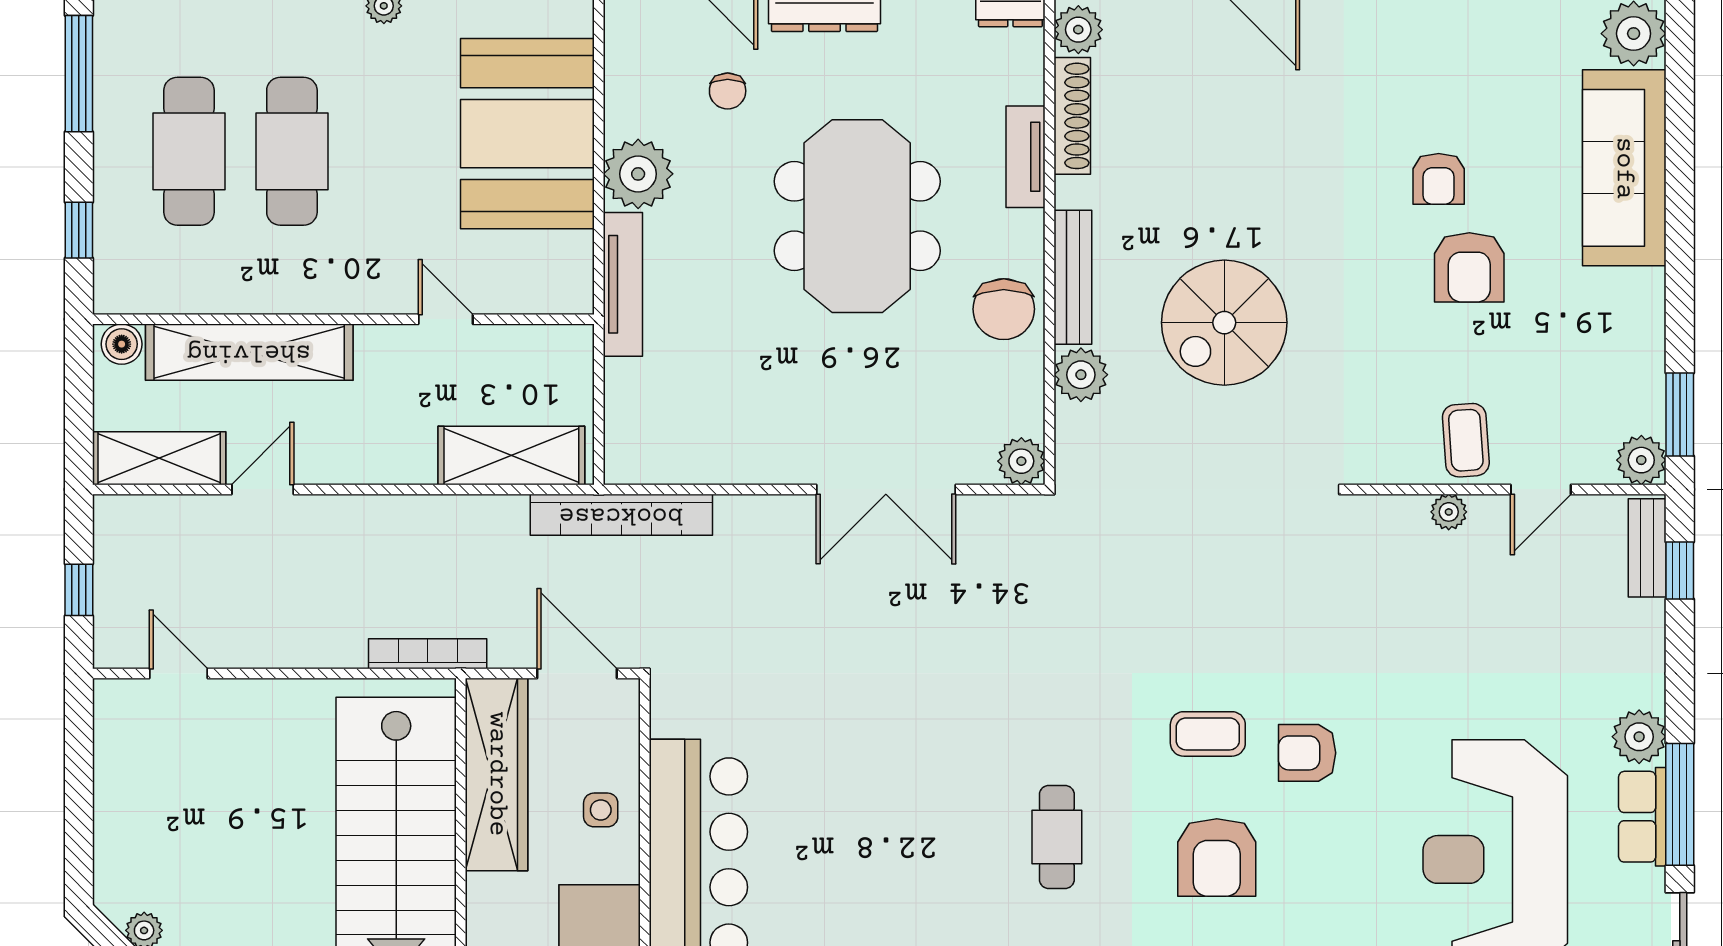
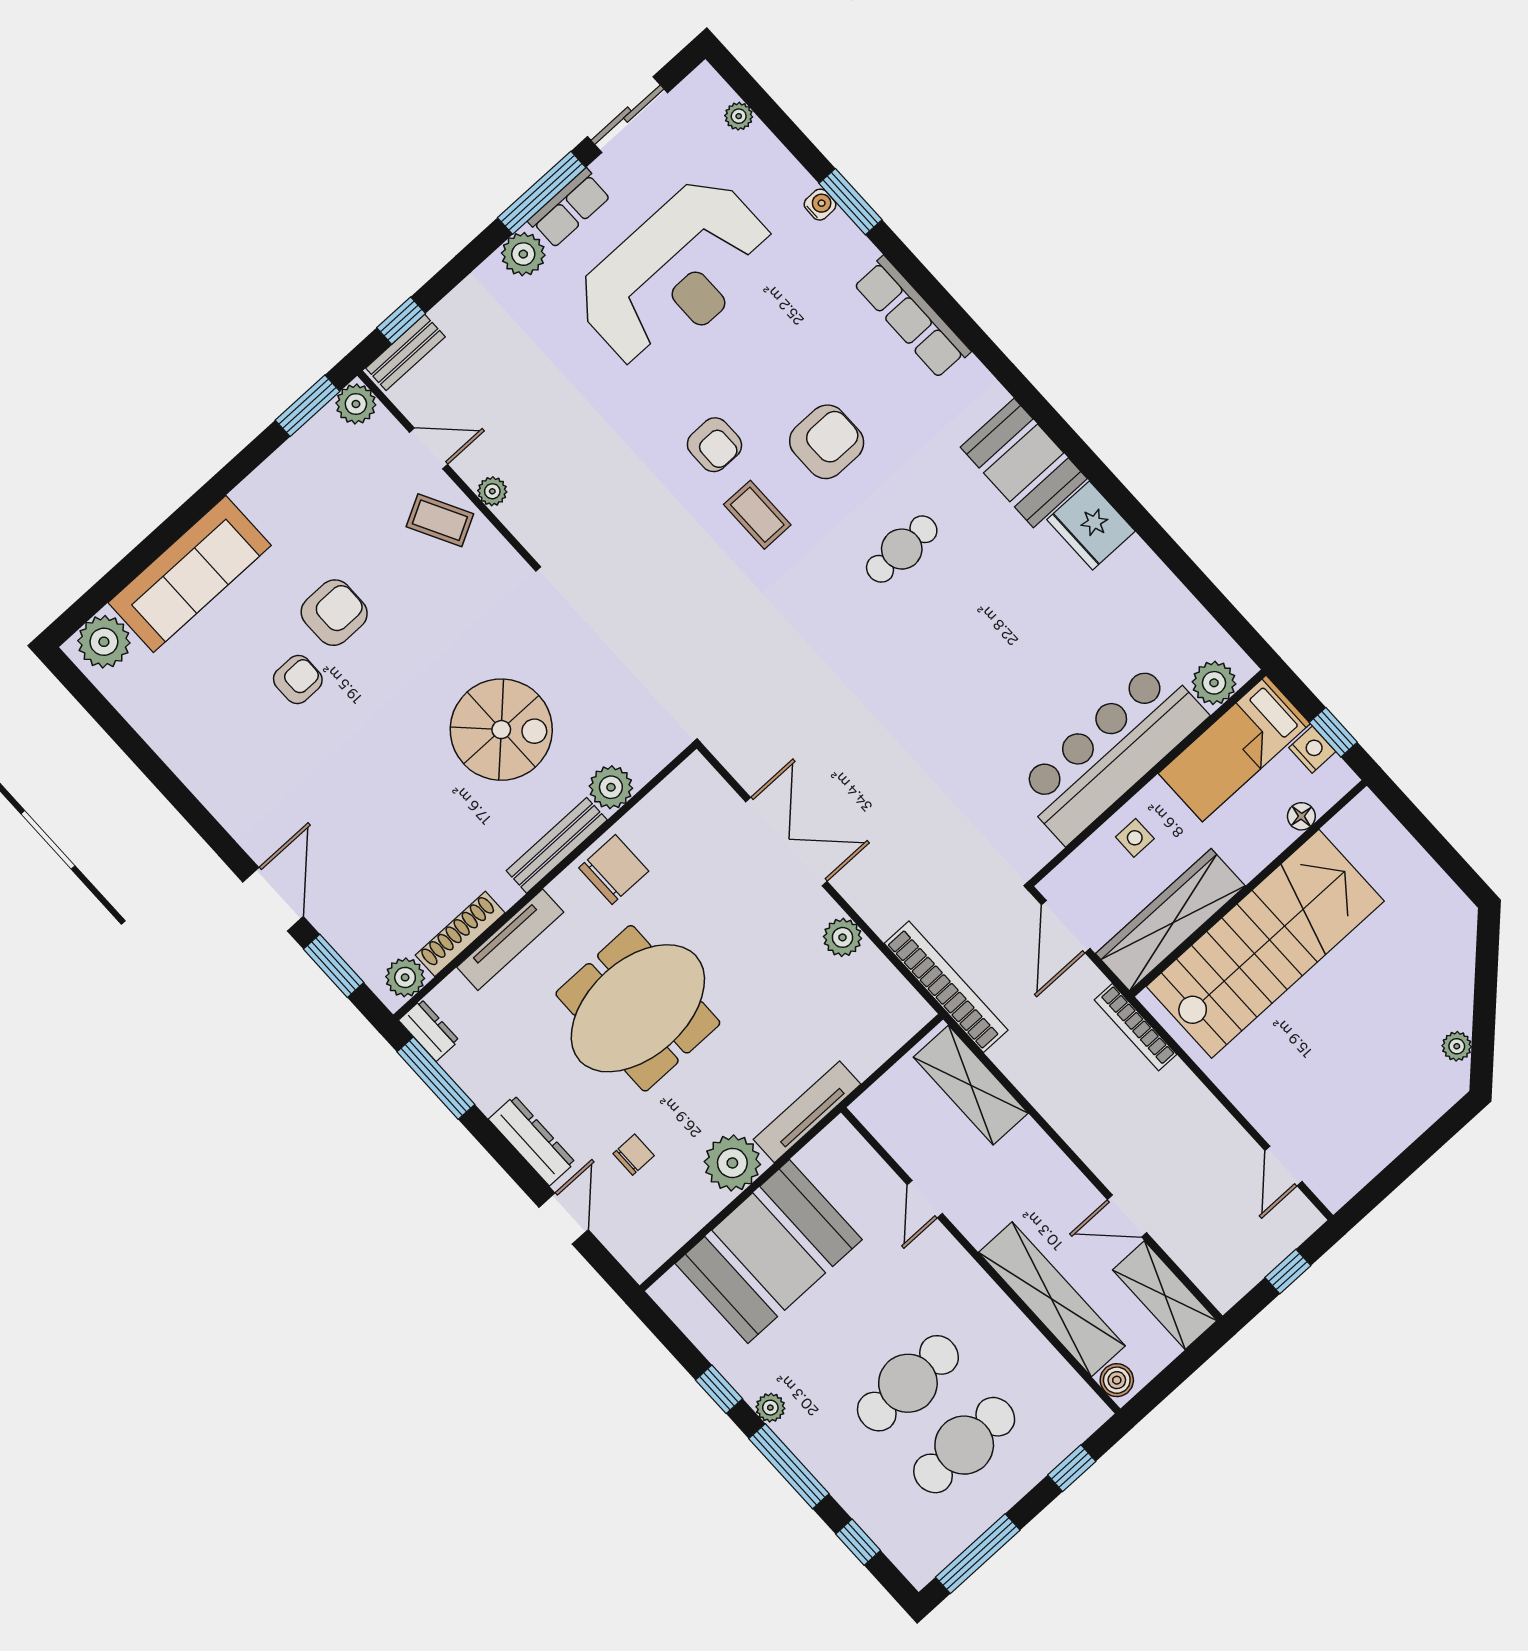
tv unit: (1026, 157) -> (510, 940), width x1.41
coffee table: (1466, 440) -> (440, 520), turned 66
plant: (1021, 461) -> (842, 937), moved

